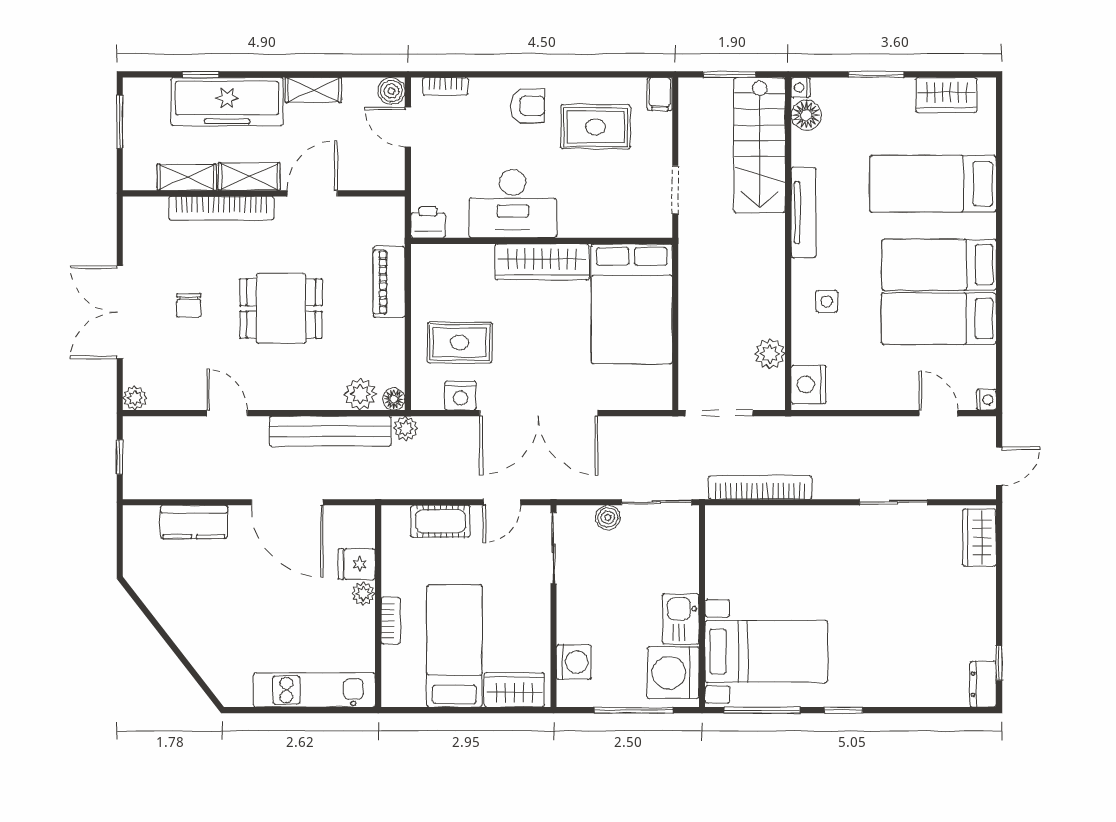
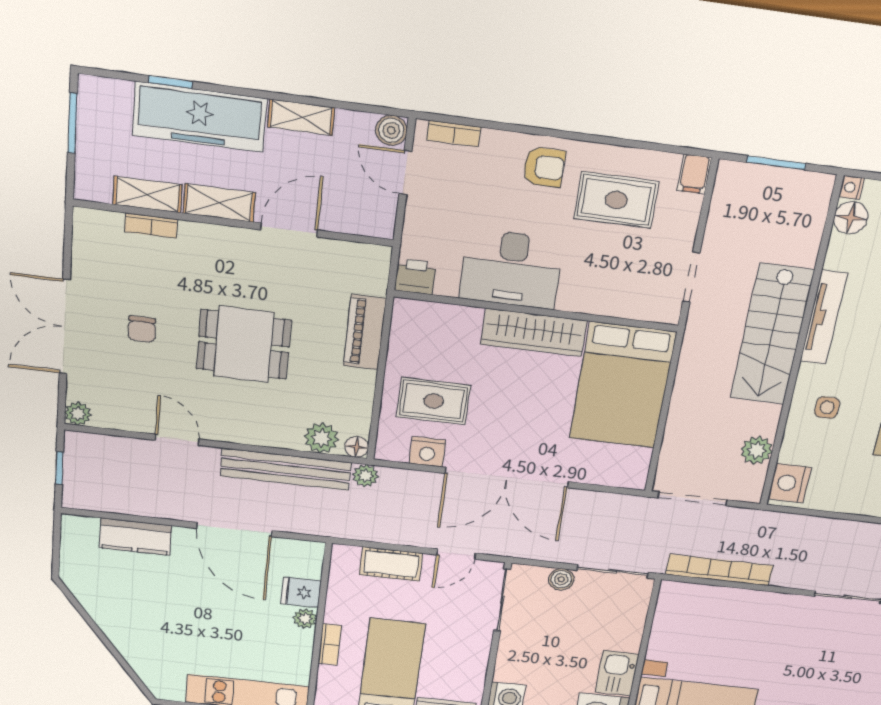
stairs: (760, 145) -> (772, 335), moved
bookcase: (221, 208) -> (151, 226), width x0.43, depth x0.76

